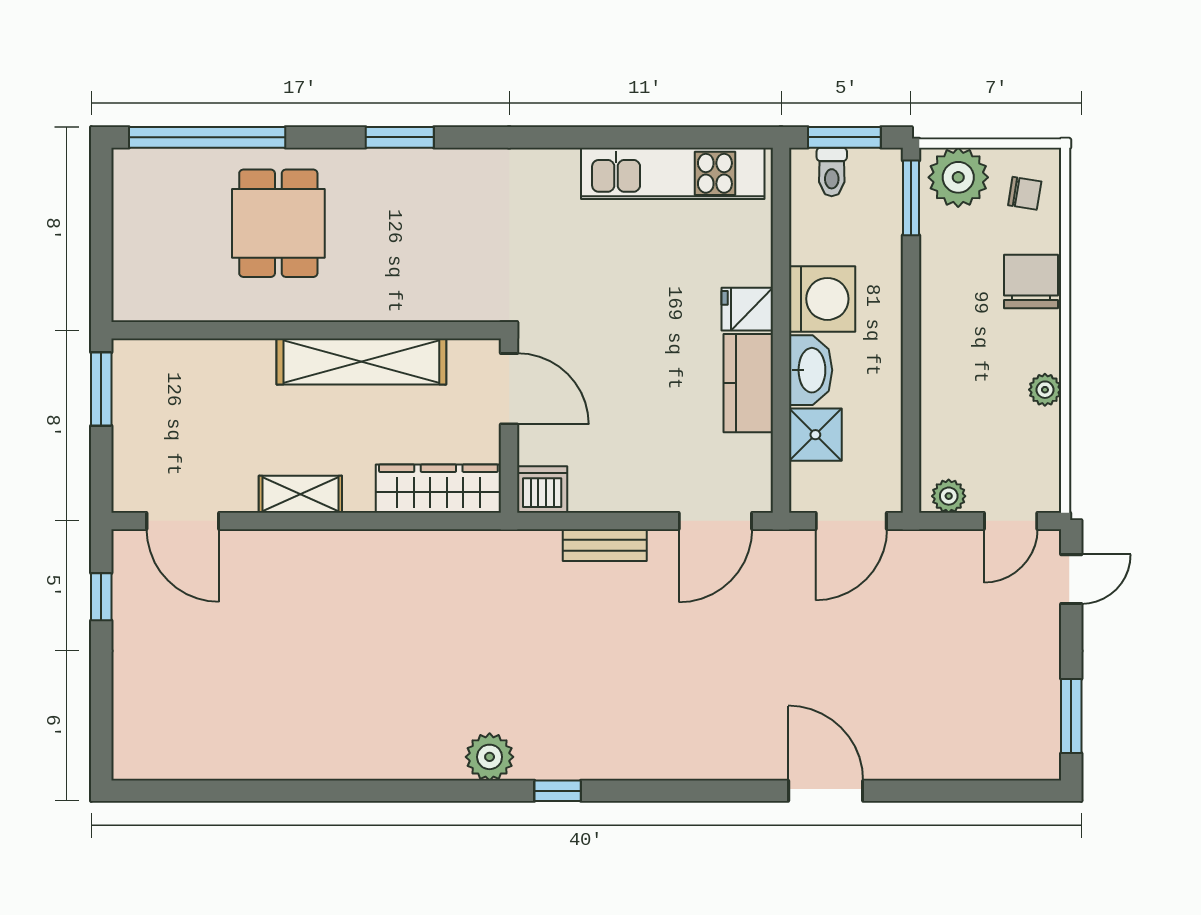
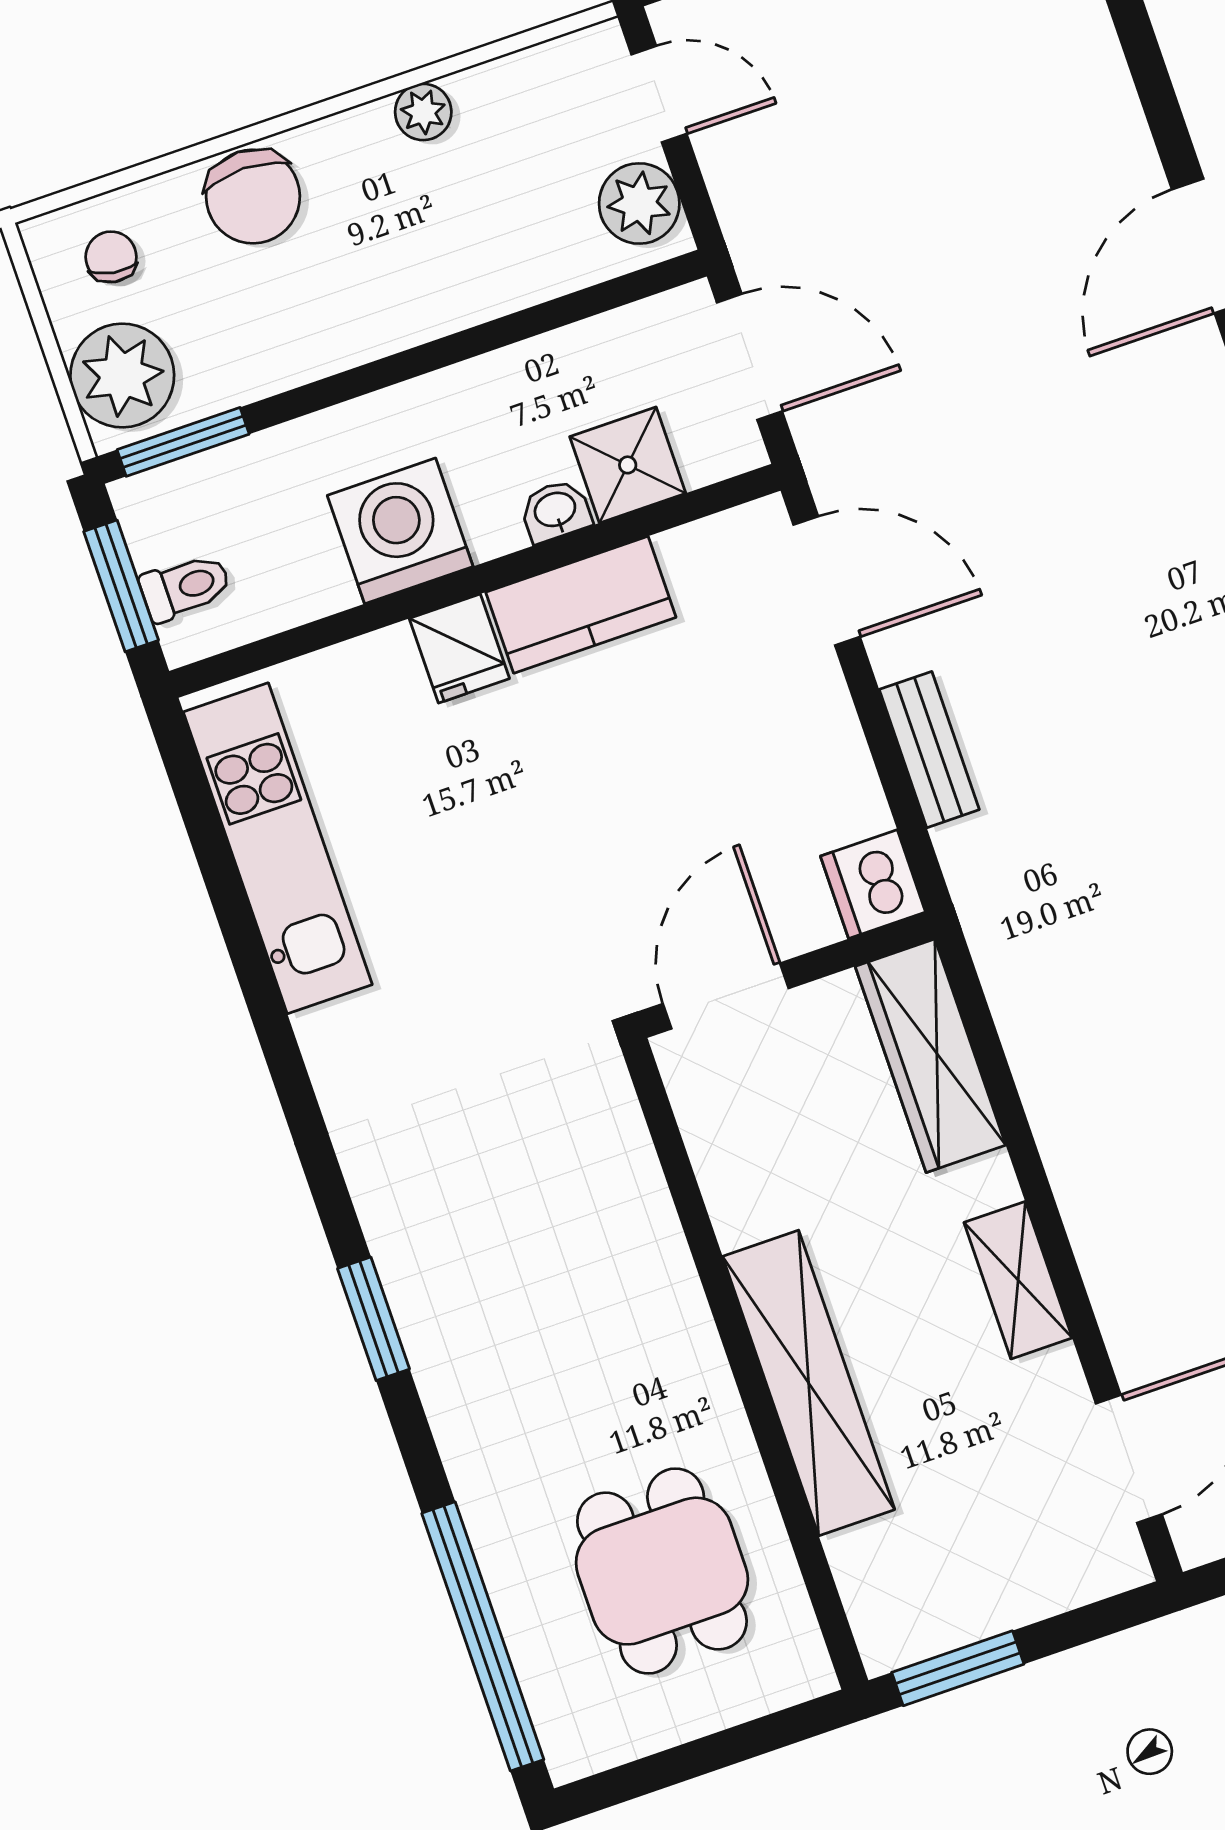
dining table: (278, 223) -> (662, 1571), moved, turned 90
chair: (1031, 282) -> (253, 196), turned -90
shelving: (361, 361) -> (809, 1383), moved
washbasin: (811, 370) -> (555, 511), width x0.52, depth x0.69
plant: (949, 496) -> (639, 203), width x1.38, depth x1.38

